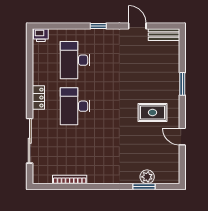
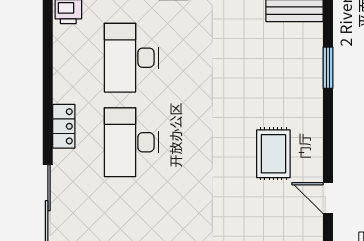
window: (182, 84) -> (328, 68), moved
rug: (152, 112) -> (273, 154), turned 90

